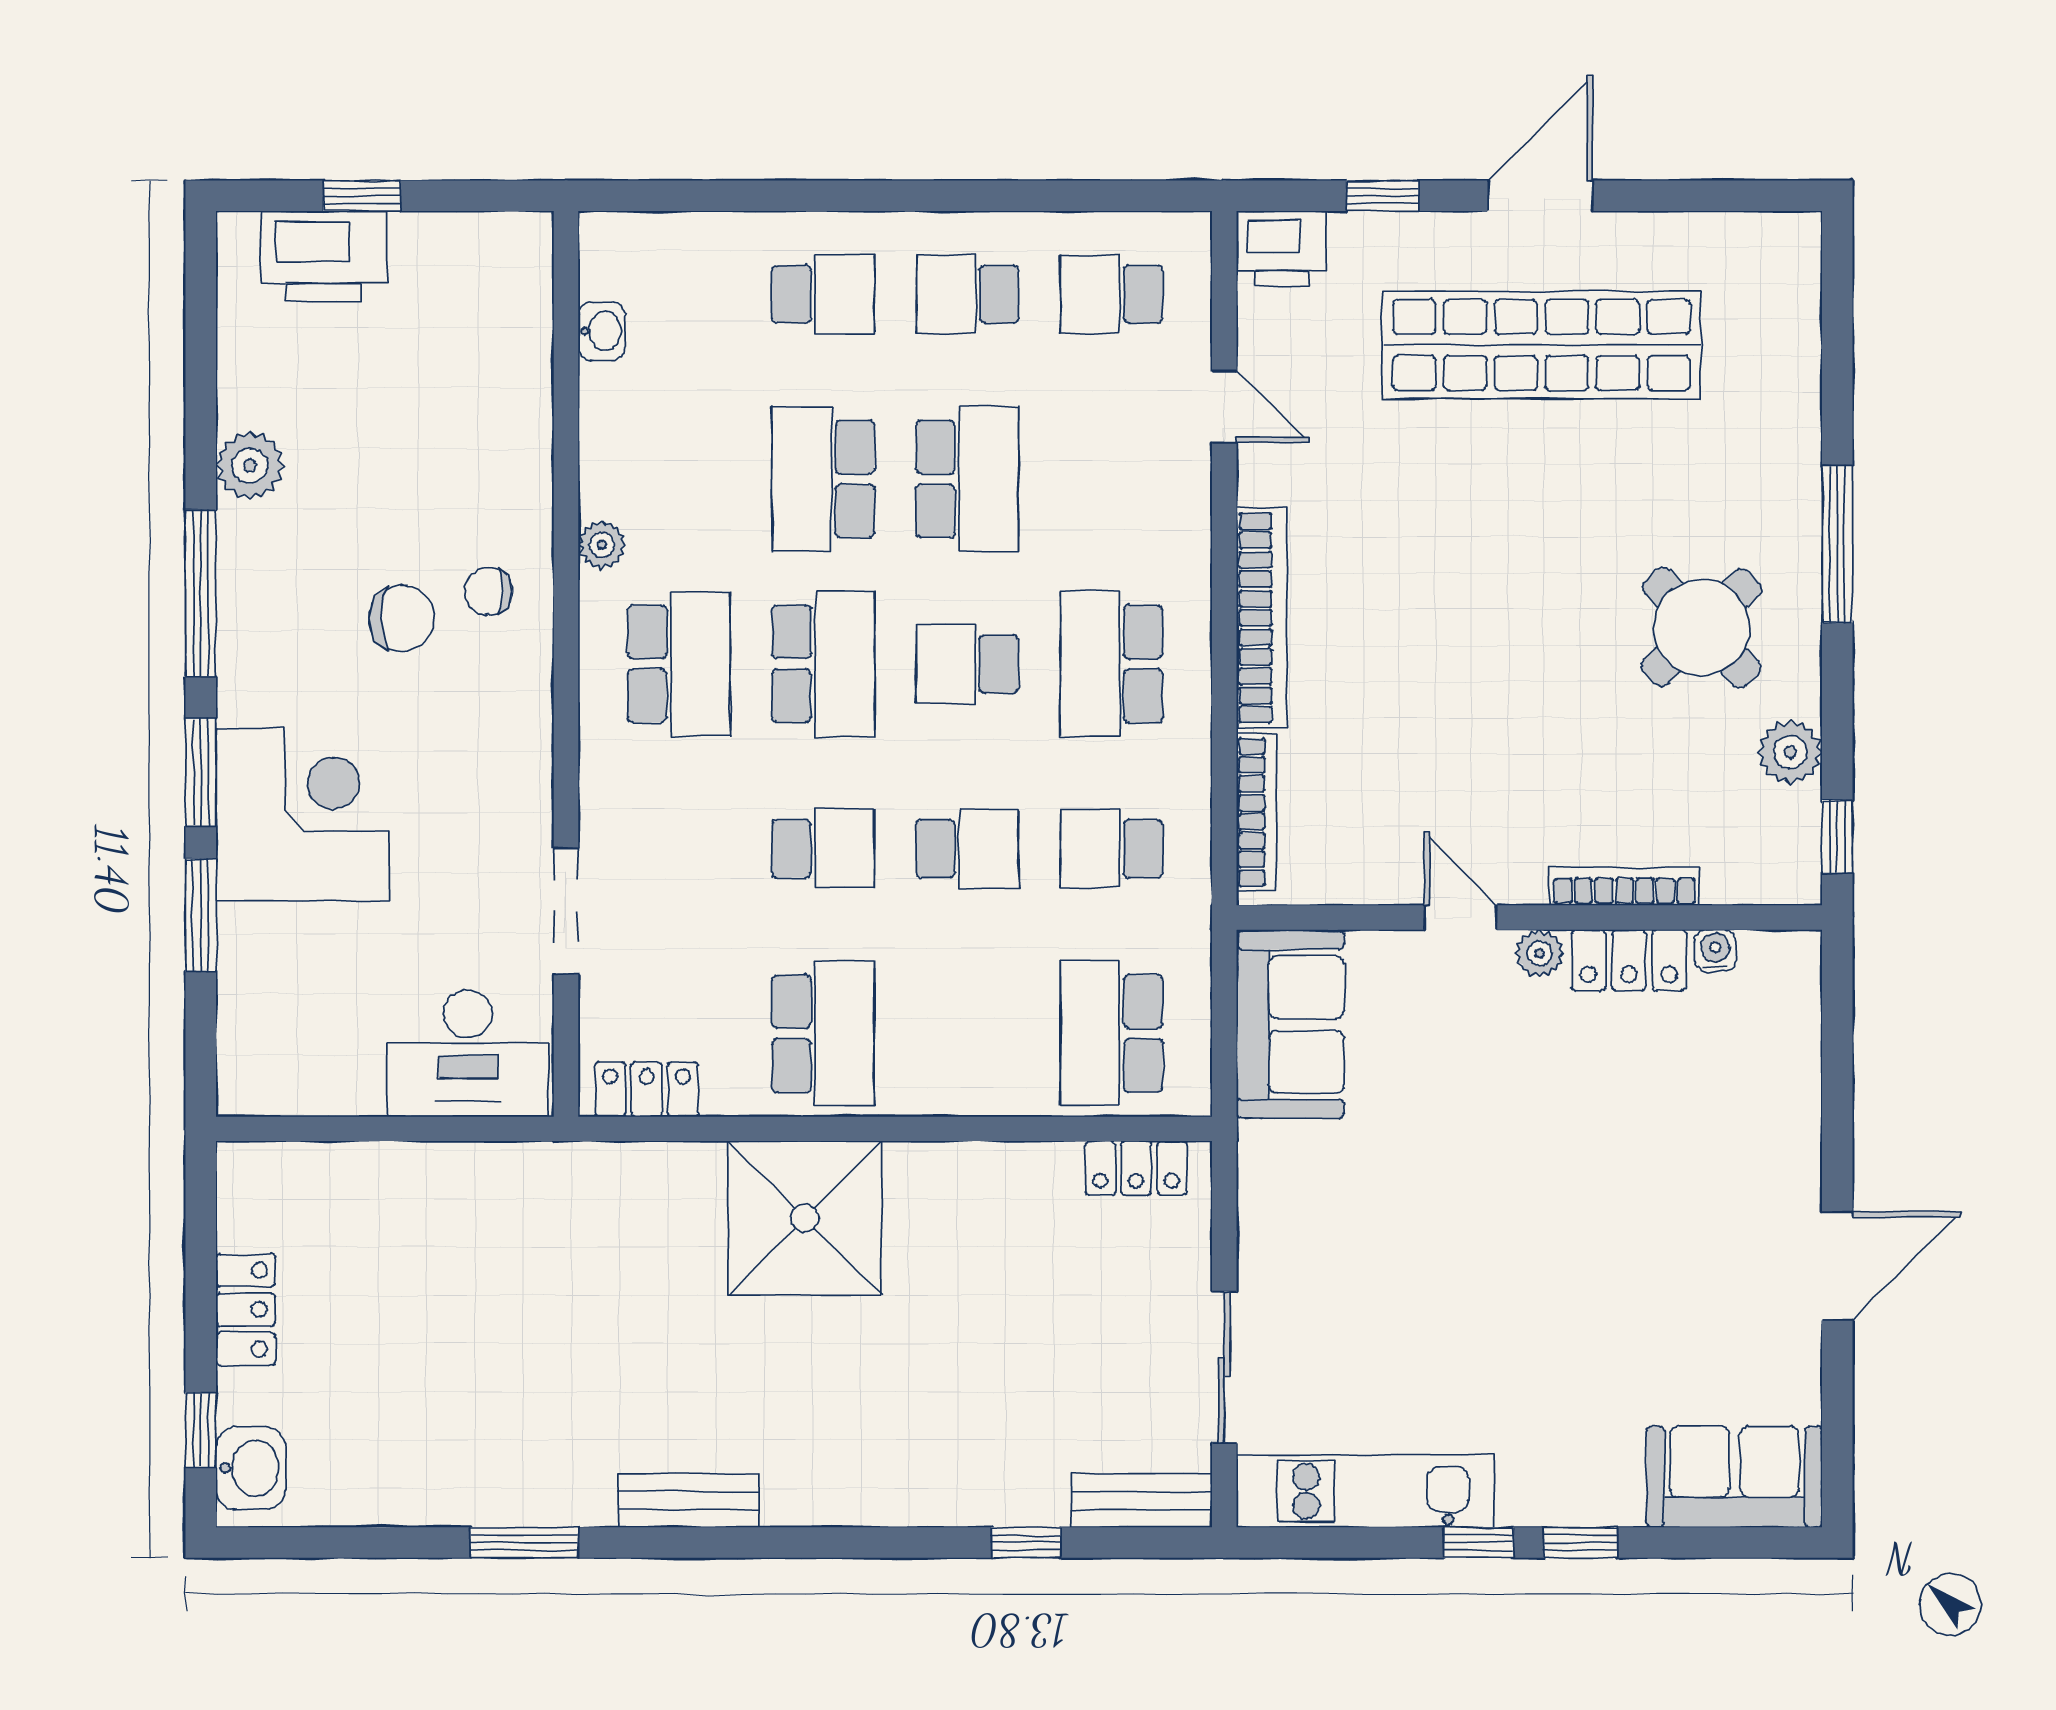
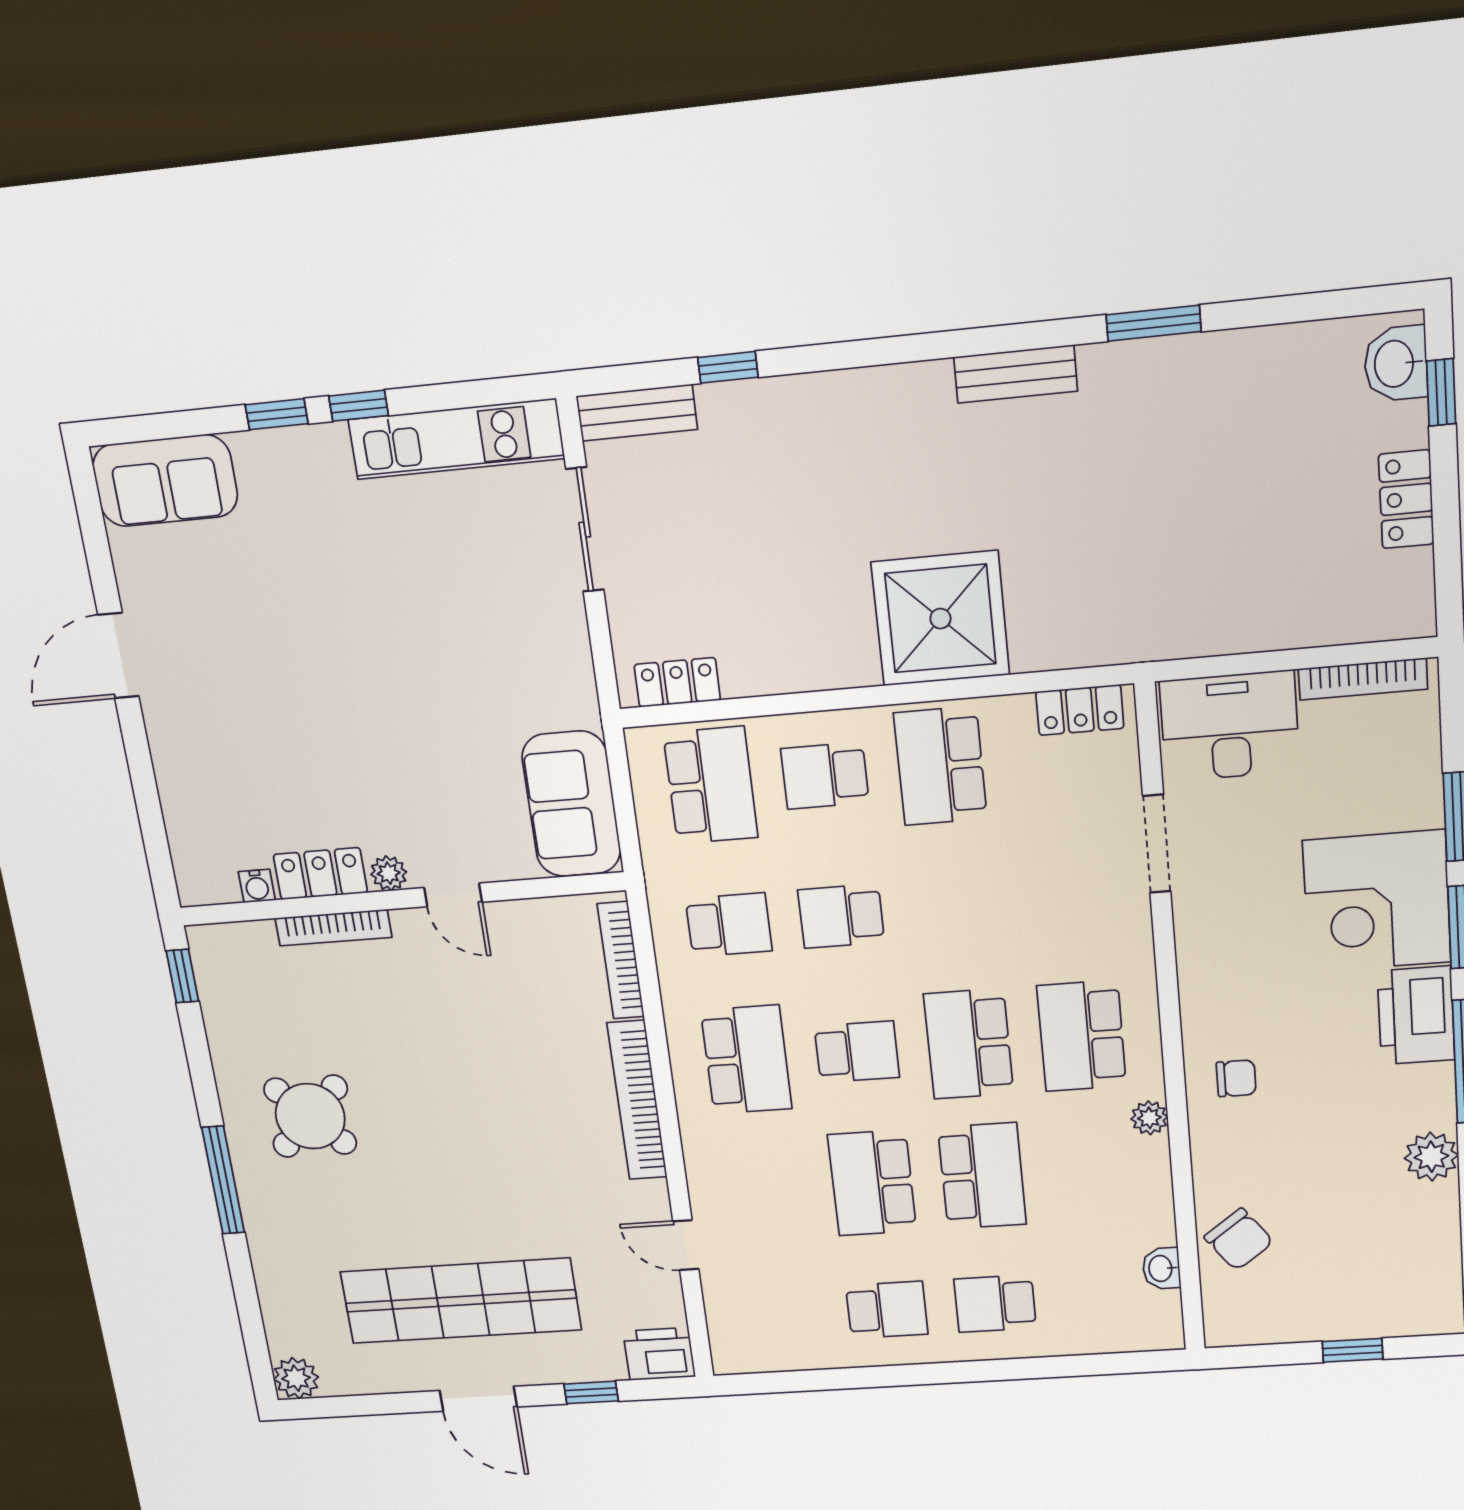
door: (1540, 196) -> (478, 1399), hinge flipped
printer: (324, 256) -> (1416, 1015), moved, turned -90
school desk: (1111, 294) -> (780, 1316), removed
chair: (402, 618) -> (1239, 1239), moved, turned -127
plant: (1790, 752) -> (296, 1378), moved
school desk: (823, 849) -> (825, 776), moved
bookcase: (306, 1097) -> (1363, 679), added

